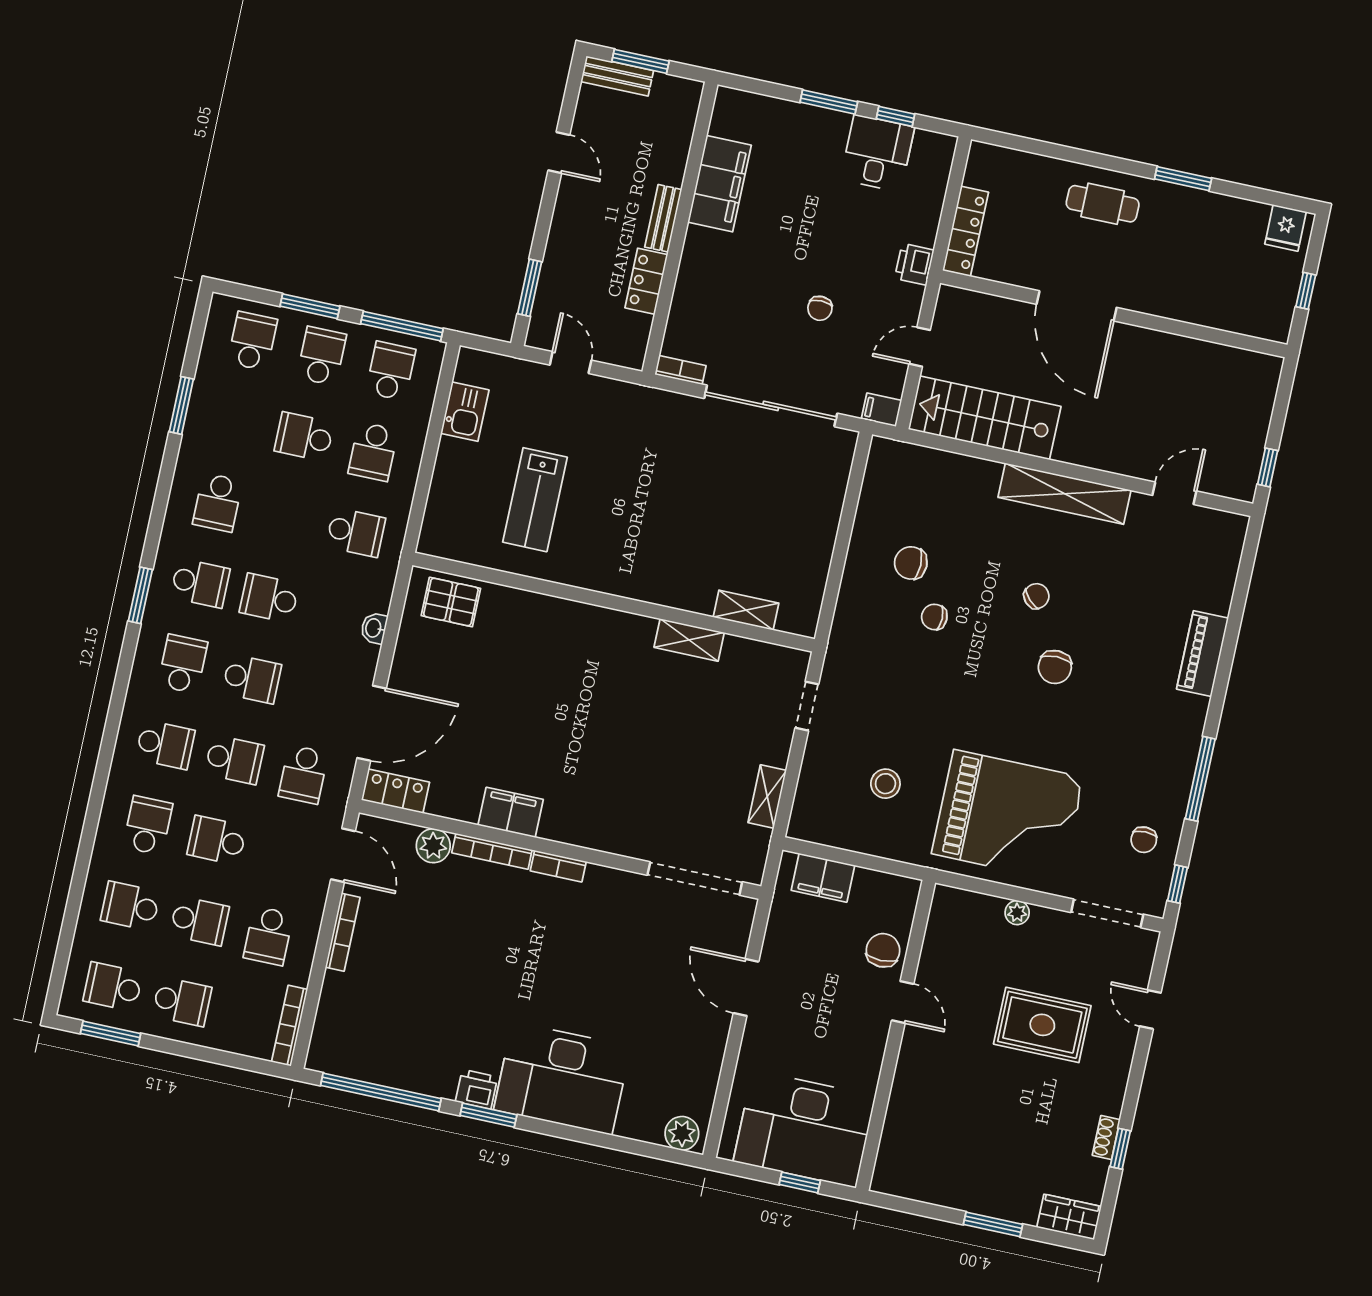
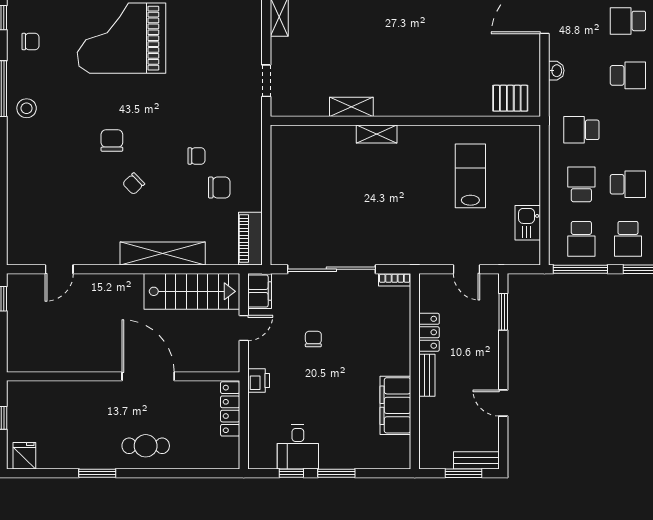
filing cabinet: (881, 410) -> (260, 291), width x2.00
shelving: (1064, 494) -> (163, 254), moved
shelving: (746, 610) -> (377, 134), moved
piano: (1203, 654) -> (250, 239), moved, turned 180
stool: (885, 784) -> (27, 108), moved
chair: (1144, 840) -> (30, 42), turned 90

